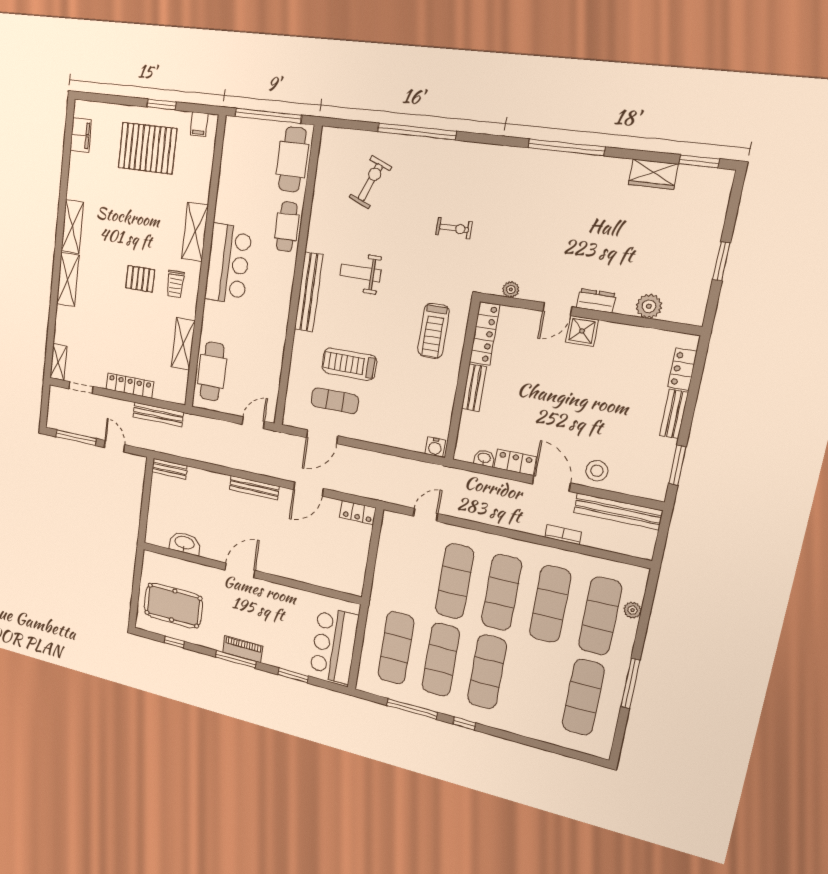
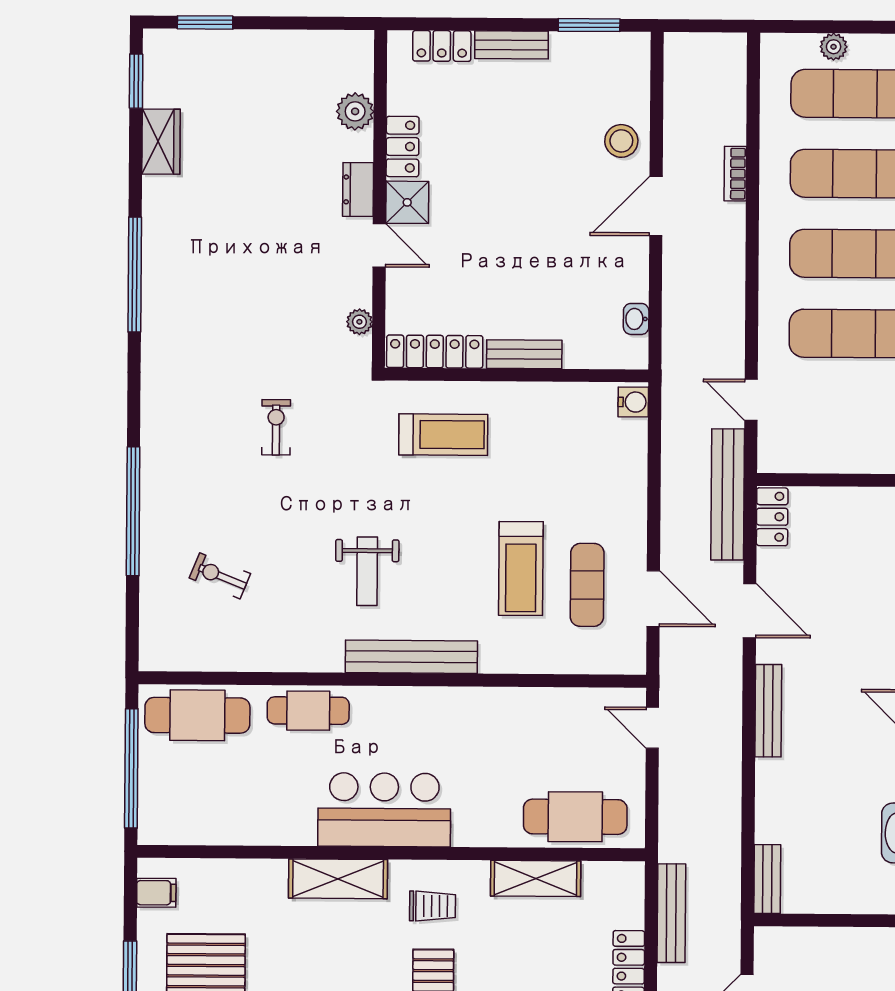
exercise bike: (370, 182) -> (220, 576), width x0.73, depth x0.72
window: (721, 261) -> (205, 22), moved
locker: (515, 462) -> (403, 147), moved, turned 180
bench: (618, 511) -> (728, 494), moved

